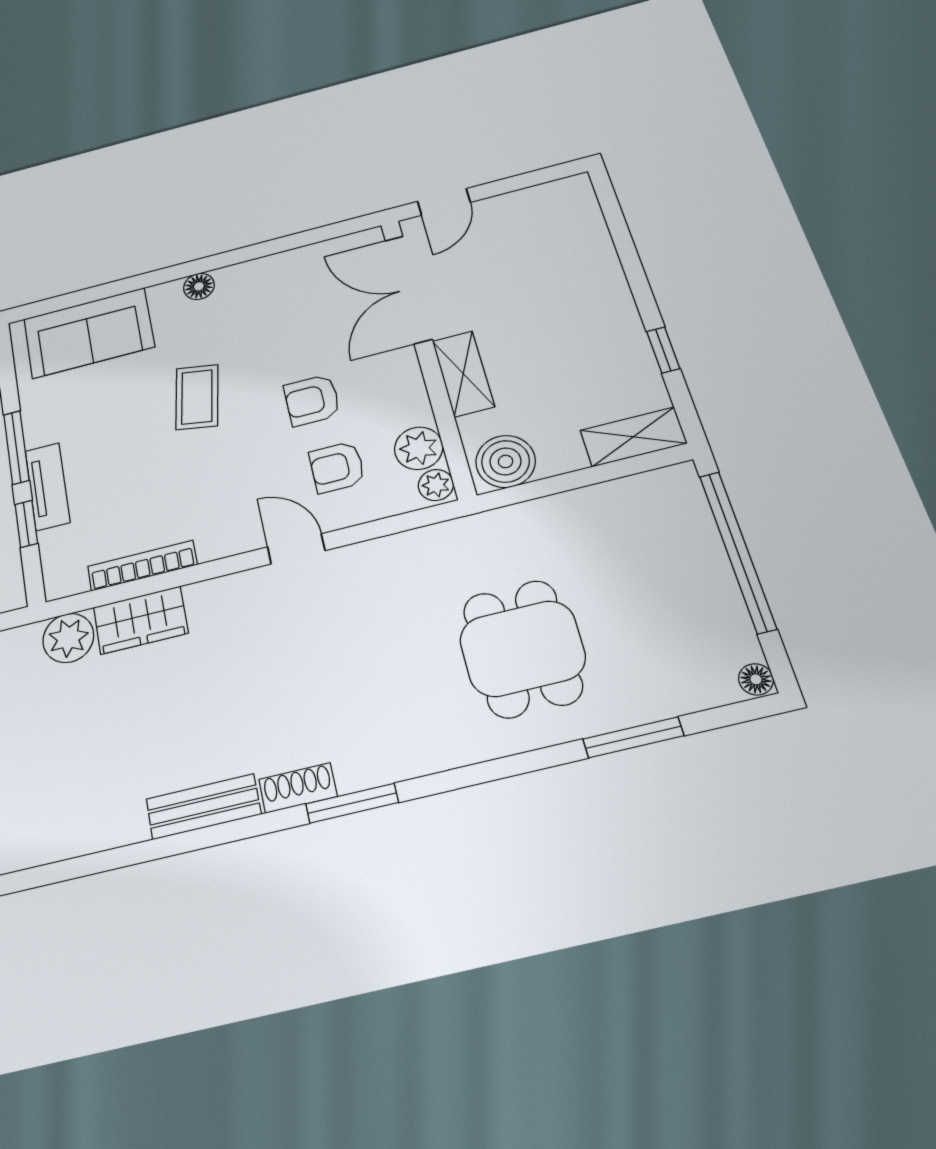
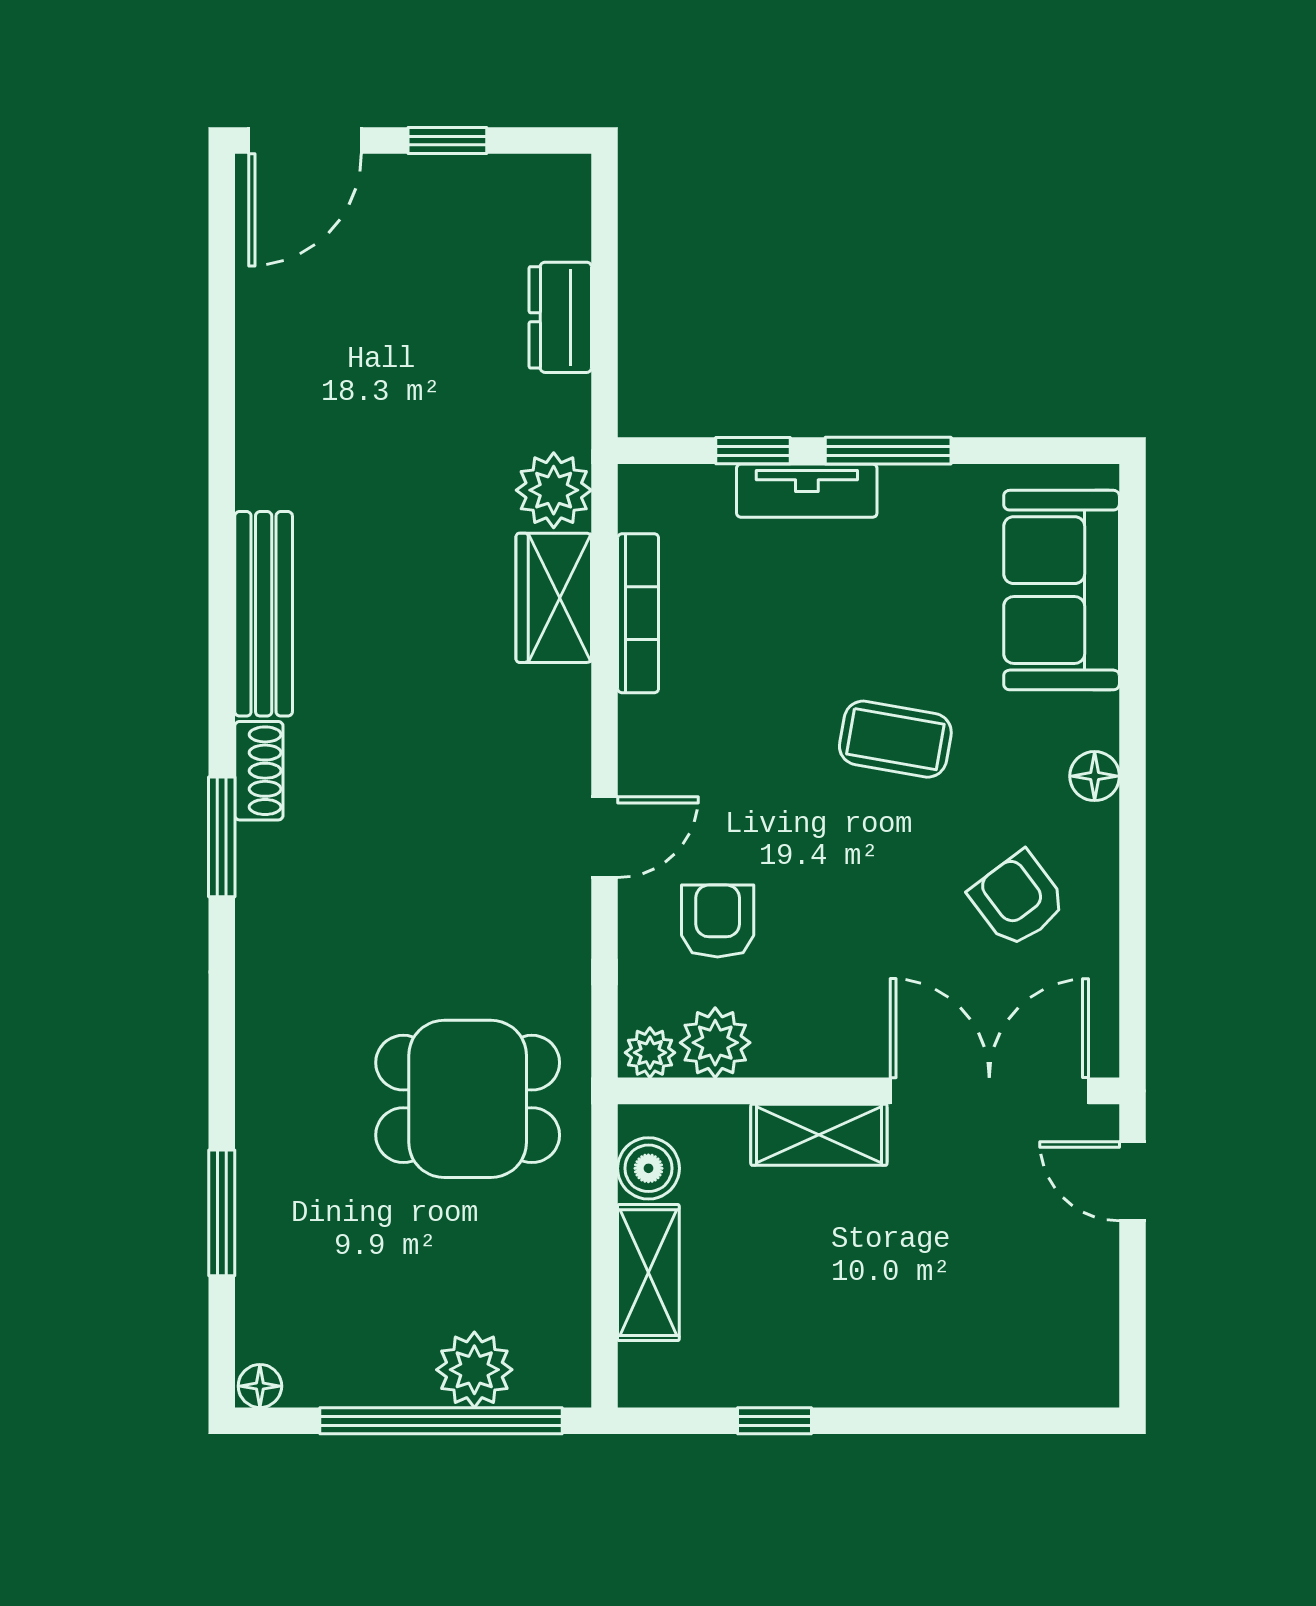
armchair: (312, 400) -> (1018, 899), moved, turned -37
shelving: (633, 437) -> (648, 1273), moved
boiler: (506, 461) -> (648, 1168), width x0.73, depth x0.73
plant: (693, 539) -> (474, 1370), added
dining table: (522, 648) -> (468, 1099), moved
bench: (203, 807) -> (264, 614), width x1.36

